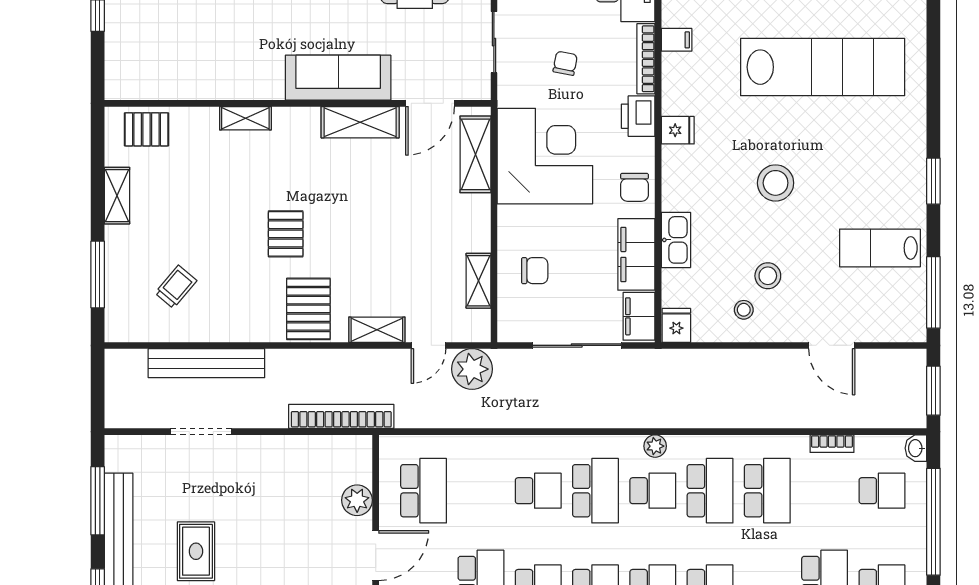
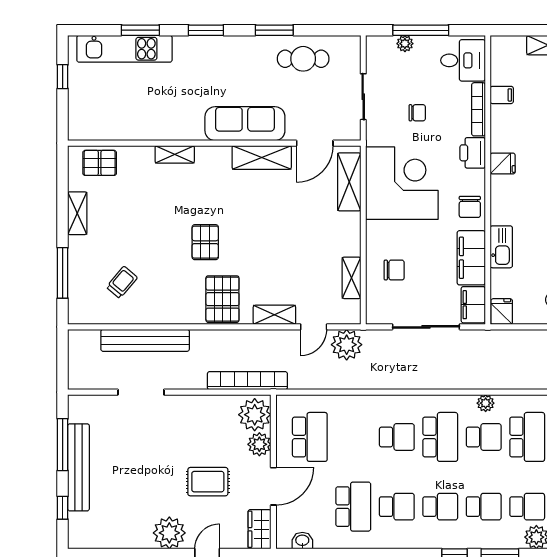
chair: (565, 63) -> (417, 113), turned 79
plant: (351, 461) -> (255, 415), added
rug: (196, 551) -> (208, 482), moved, turned 90

